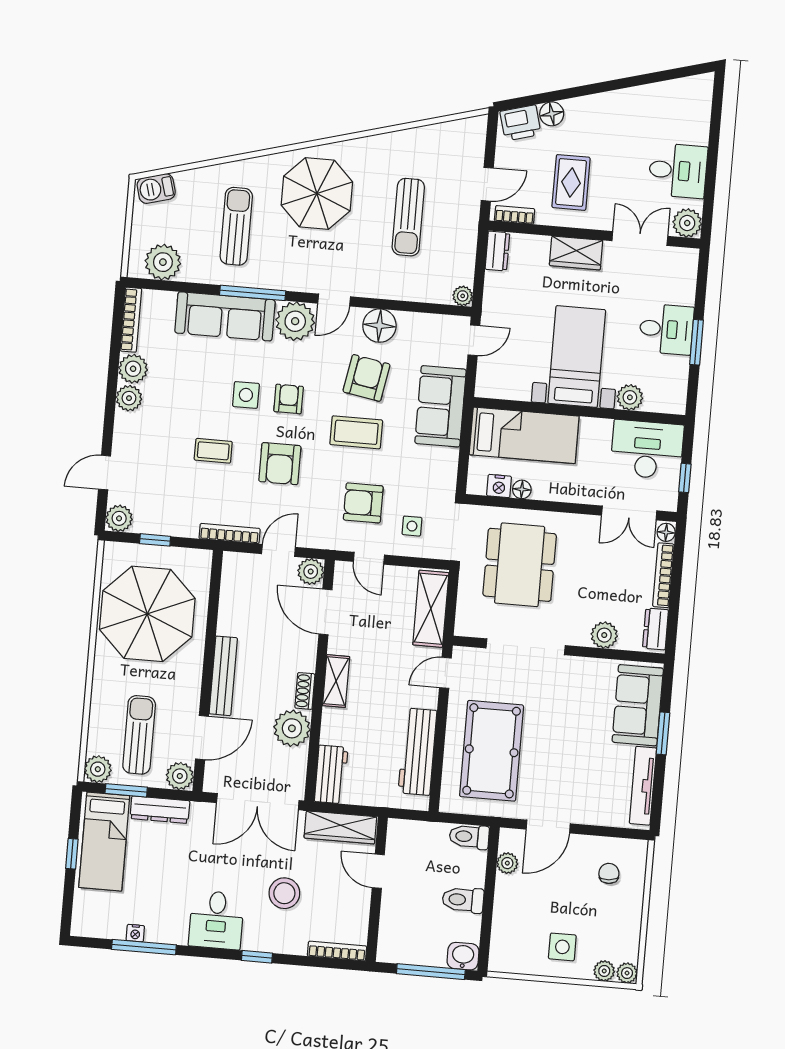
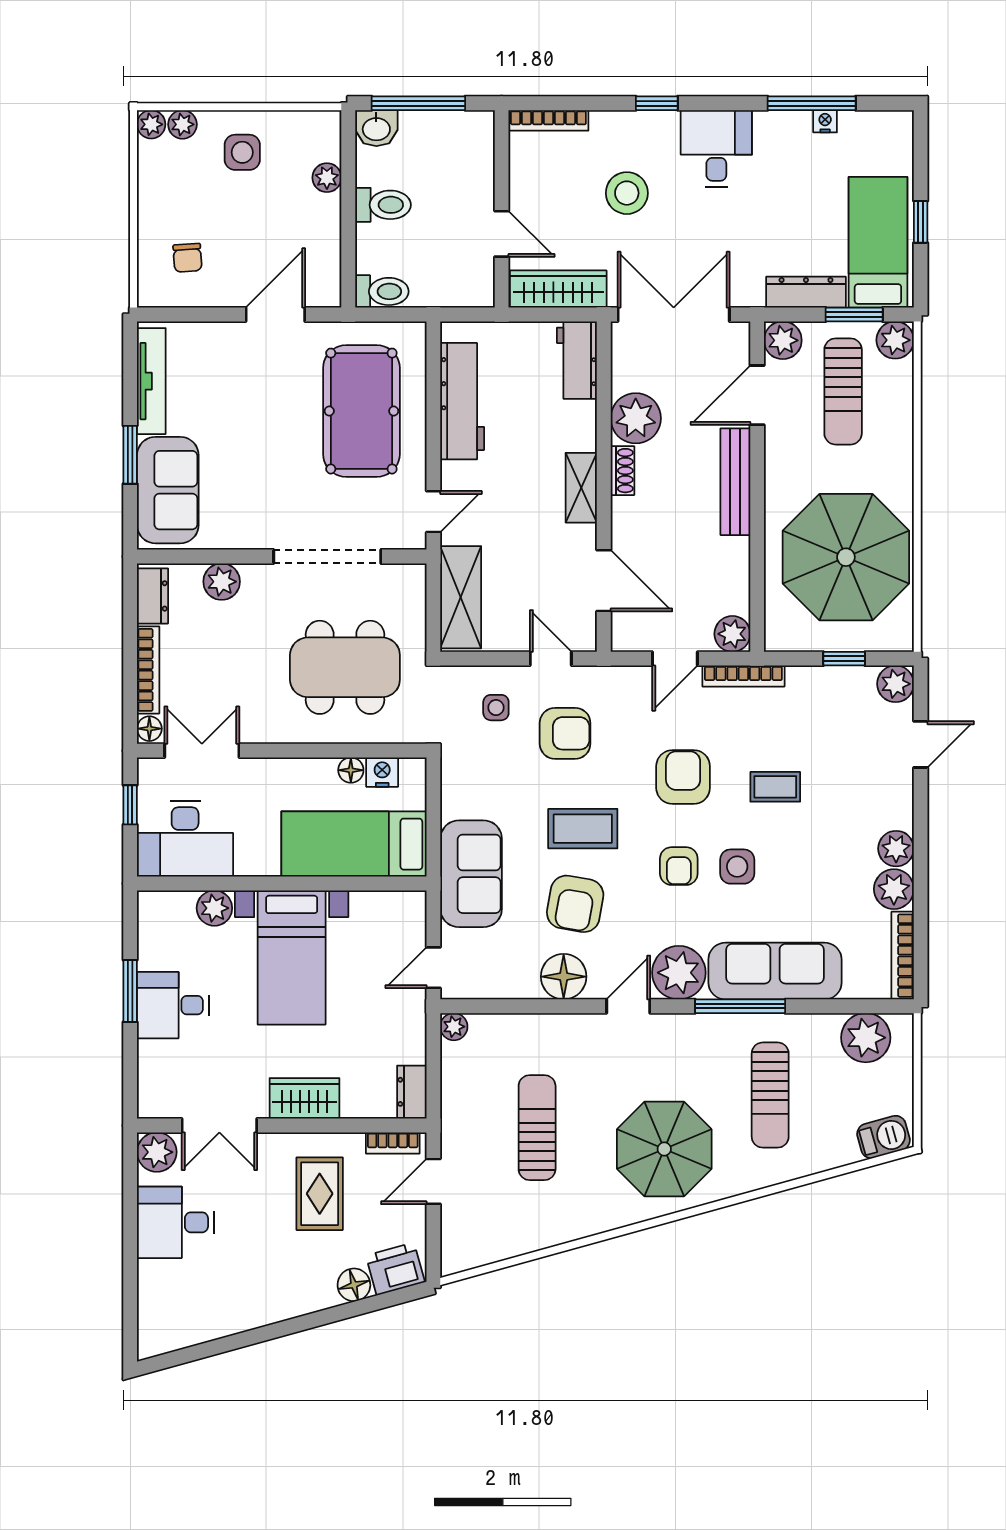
dining table: (520, 565) -> (345, 667), turned 90
plant: (311, 571) -> (732, 634), moved
plant: (507, 863) -> (327, 178), moved

